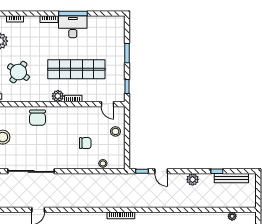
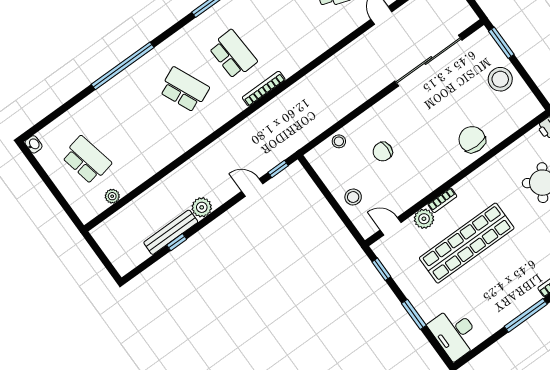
desk: (73, 27) -> (455, 333), moved, turned 90
plant: (58, 96) -> (424, 219), moved
bench: (231, 178) -> (171, 232), moved

